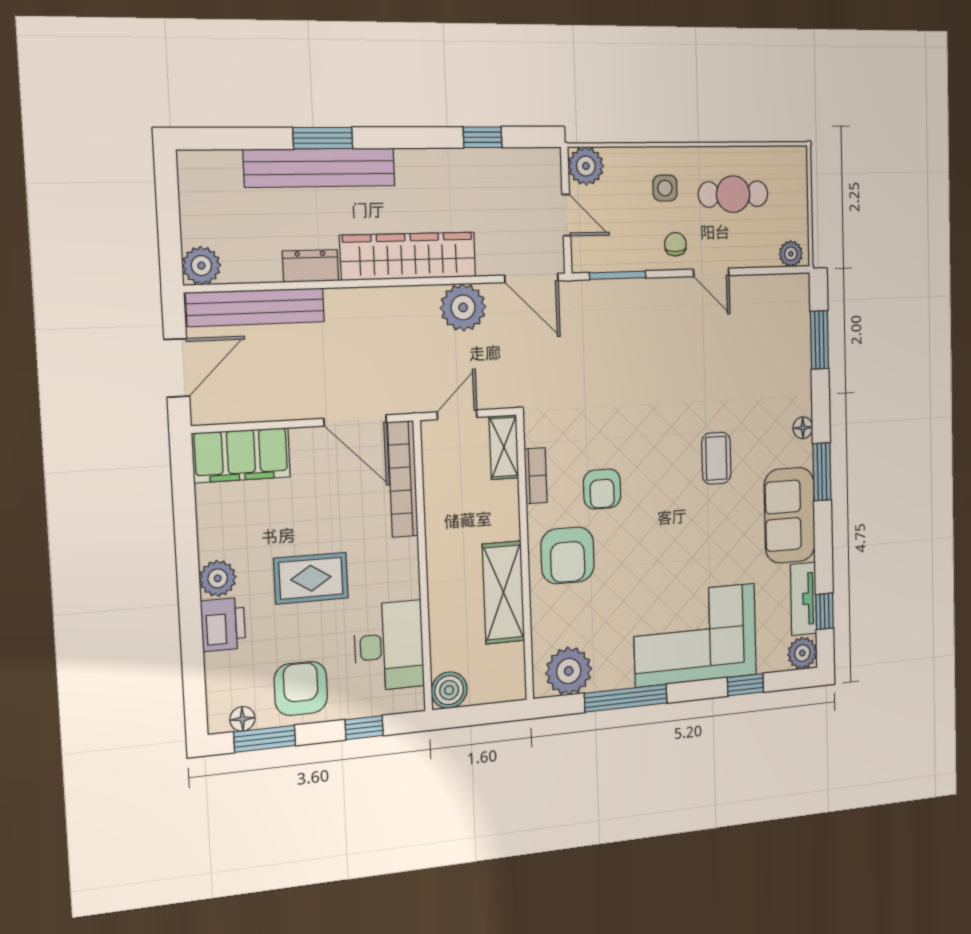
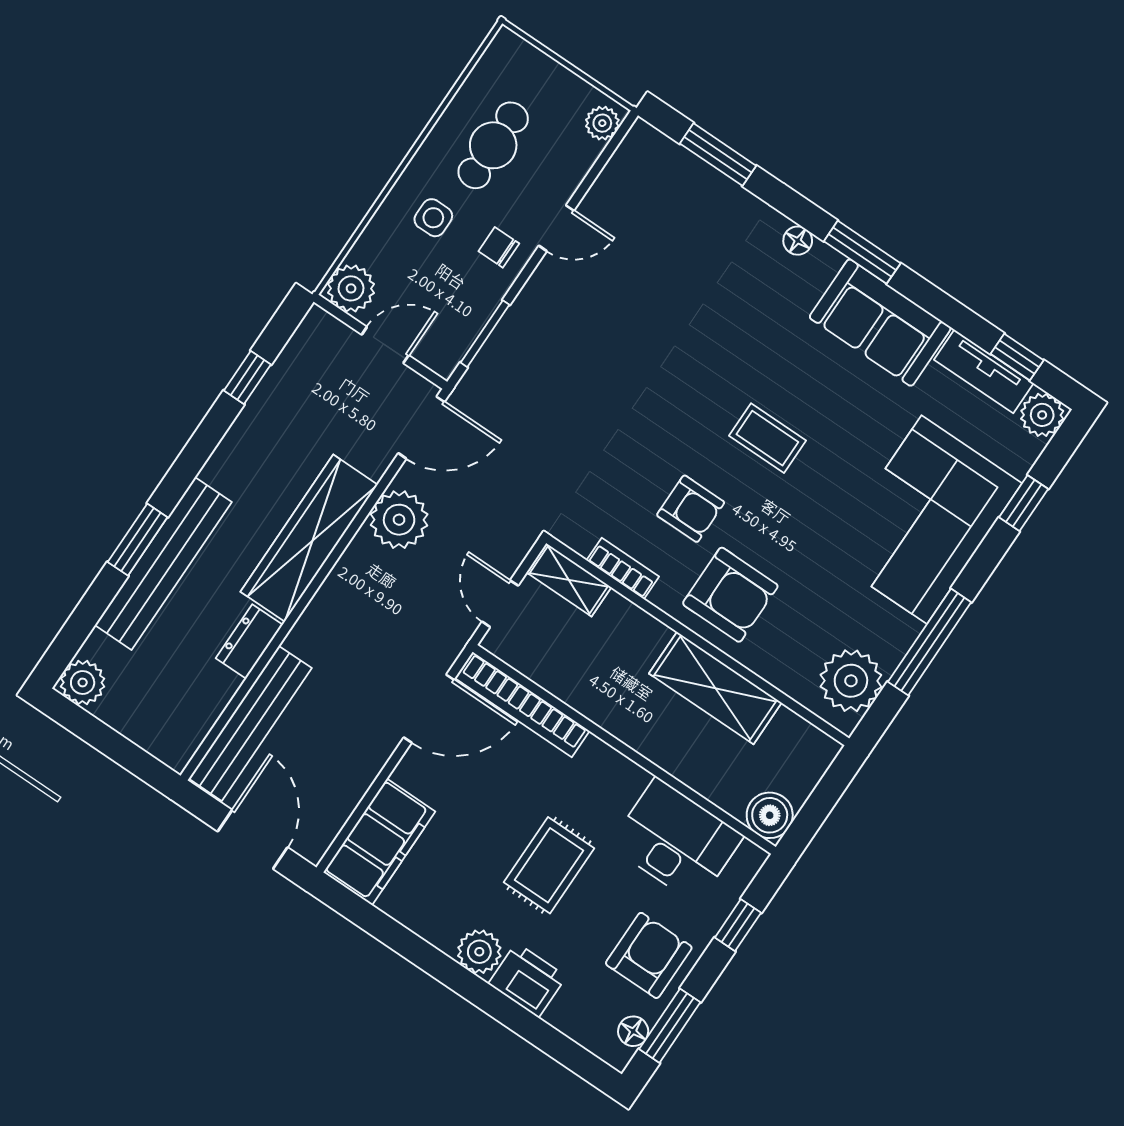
plant: (201, 266) -> (83, 683), moved
coffee table: (716, 458) -> (767, 438), moved
armchair: (301, 688) -> (649, 955), turned 90

